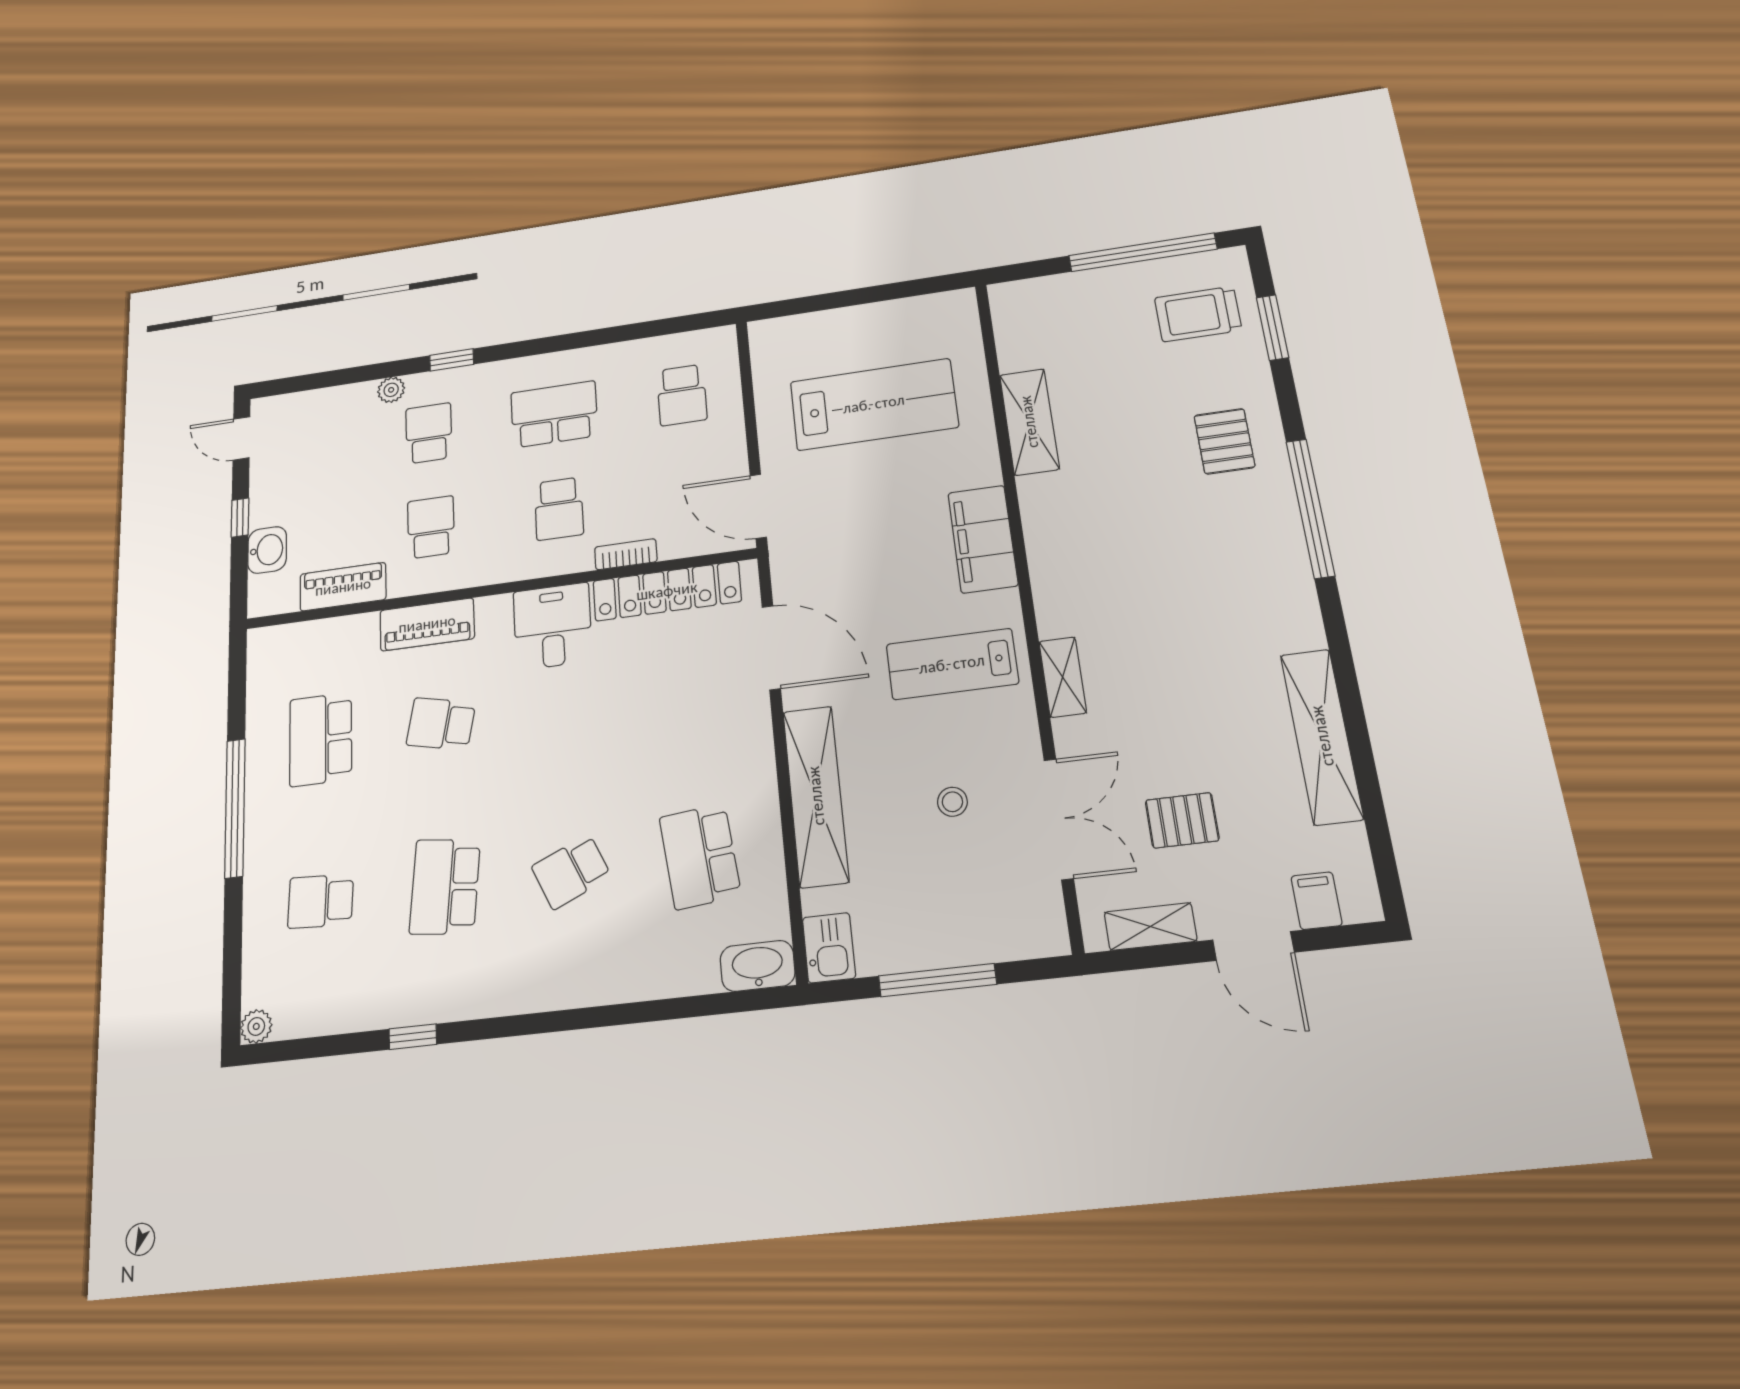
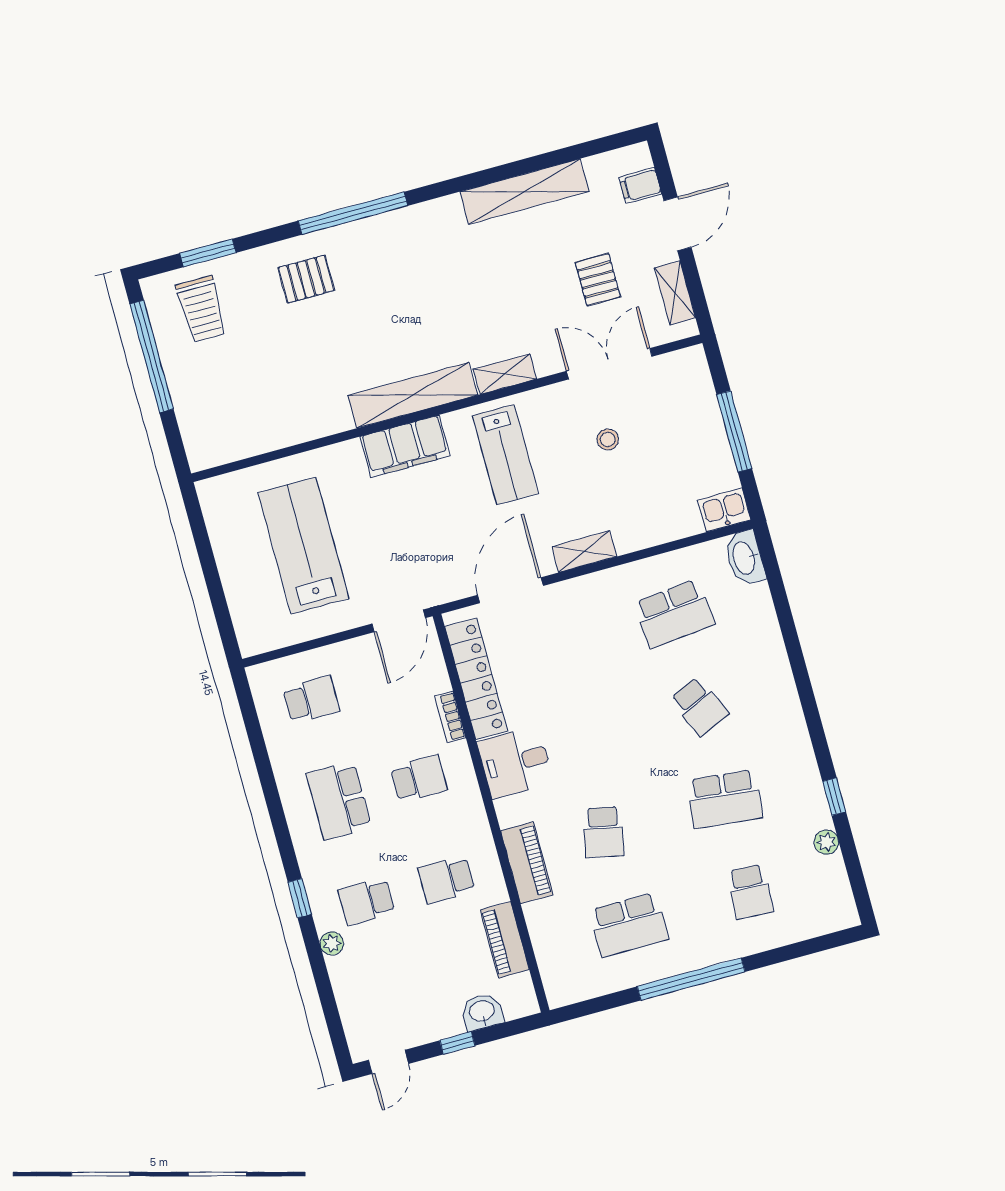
shelving: (1029, 422) -> (413, 395), moved, width x1.47
shelving: (816, 796) -> (584, 552), width x0.45, depth x0.75
plant: (256, 1026) -> (826, 842), moved

